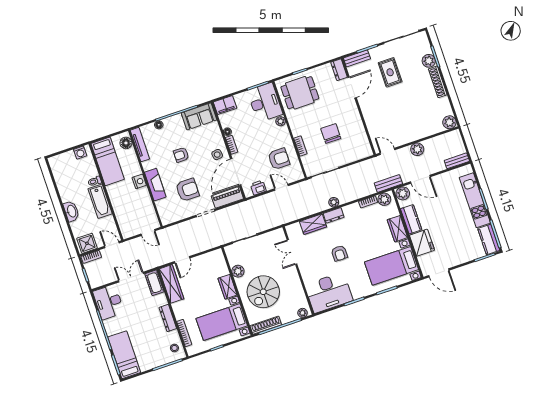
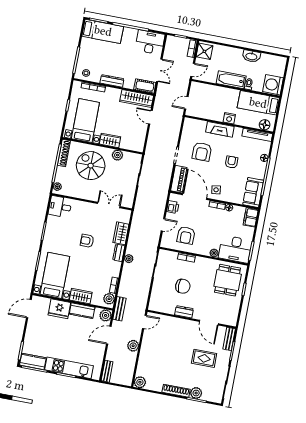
dresser: (339, 70) -> (184, 312), moved
washing machine: (80, 153) -> (273, 85), width x1.89, depth x1.89
washbasin: (71, 211) -> (251, 56), moved
desk: (329, 293) -> (60, 207), width x0.53, depth x0.77

